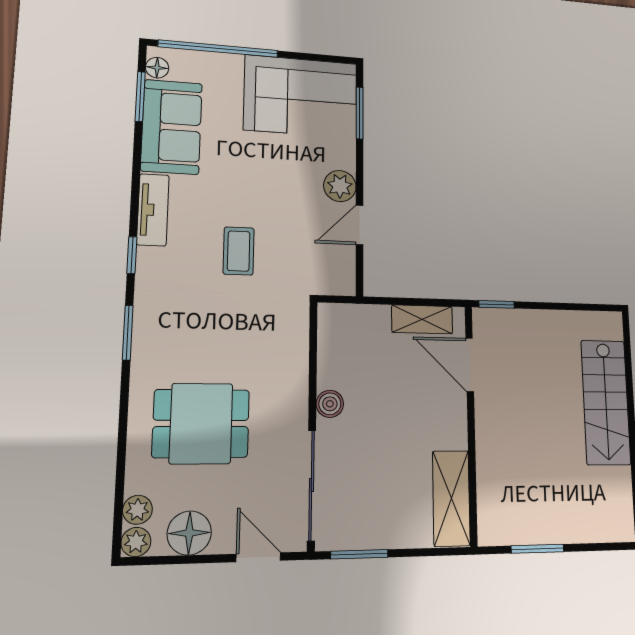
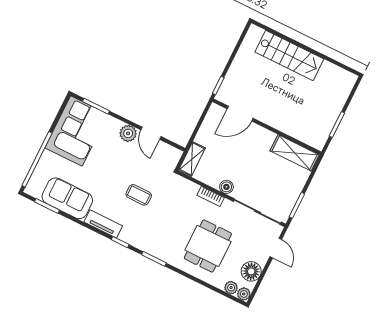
floor lamp: (157, 68) -> (36, 192), removed
shelving: (422, 319) -> (192, 159), moved
bookcase: (298, 383) -> (211, 196), added
door: (258, 557) -> (276, 248), swing flipped

